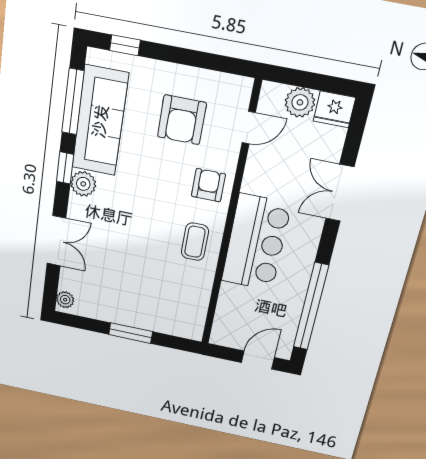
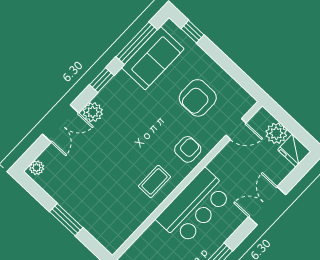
sofa: (100, 121) -> (153, 58), width x0.73
plant: (83, 184) -> (93, 112), moved

